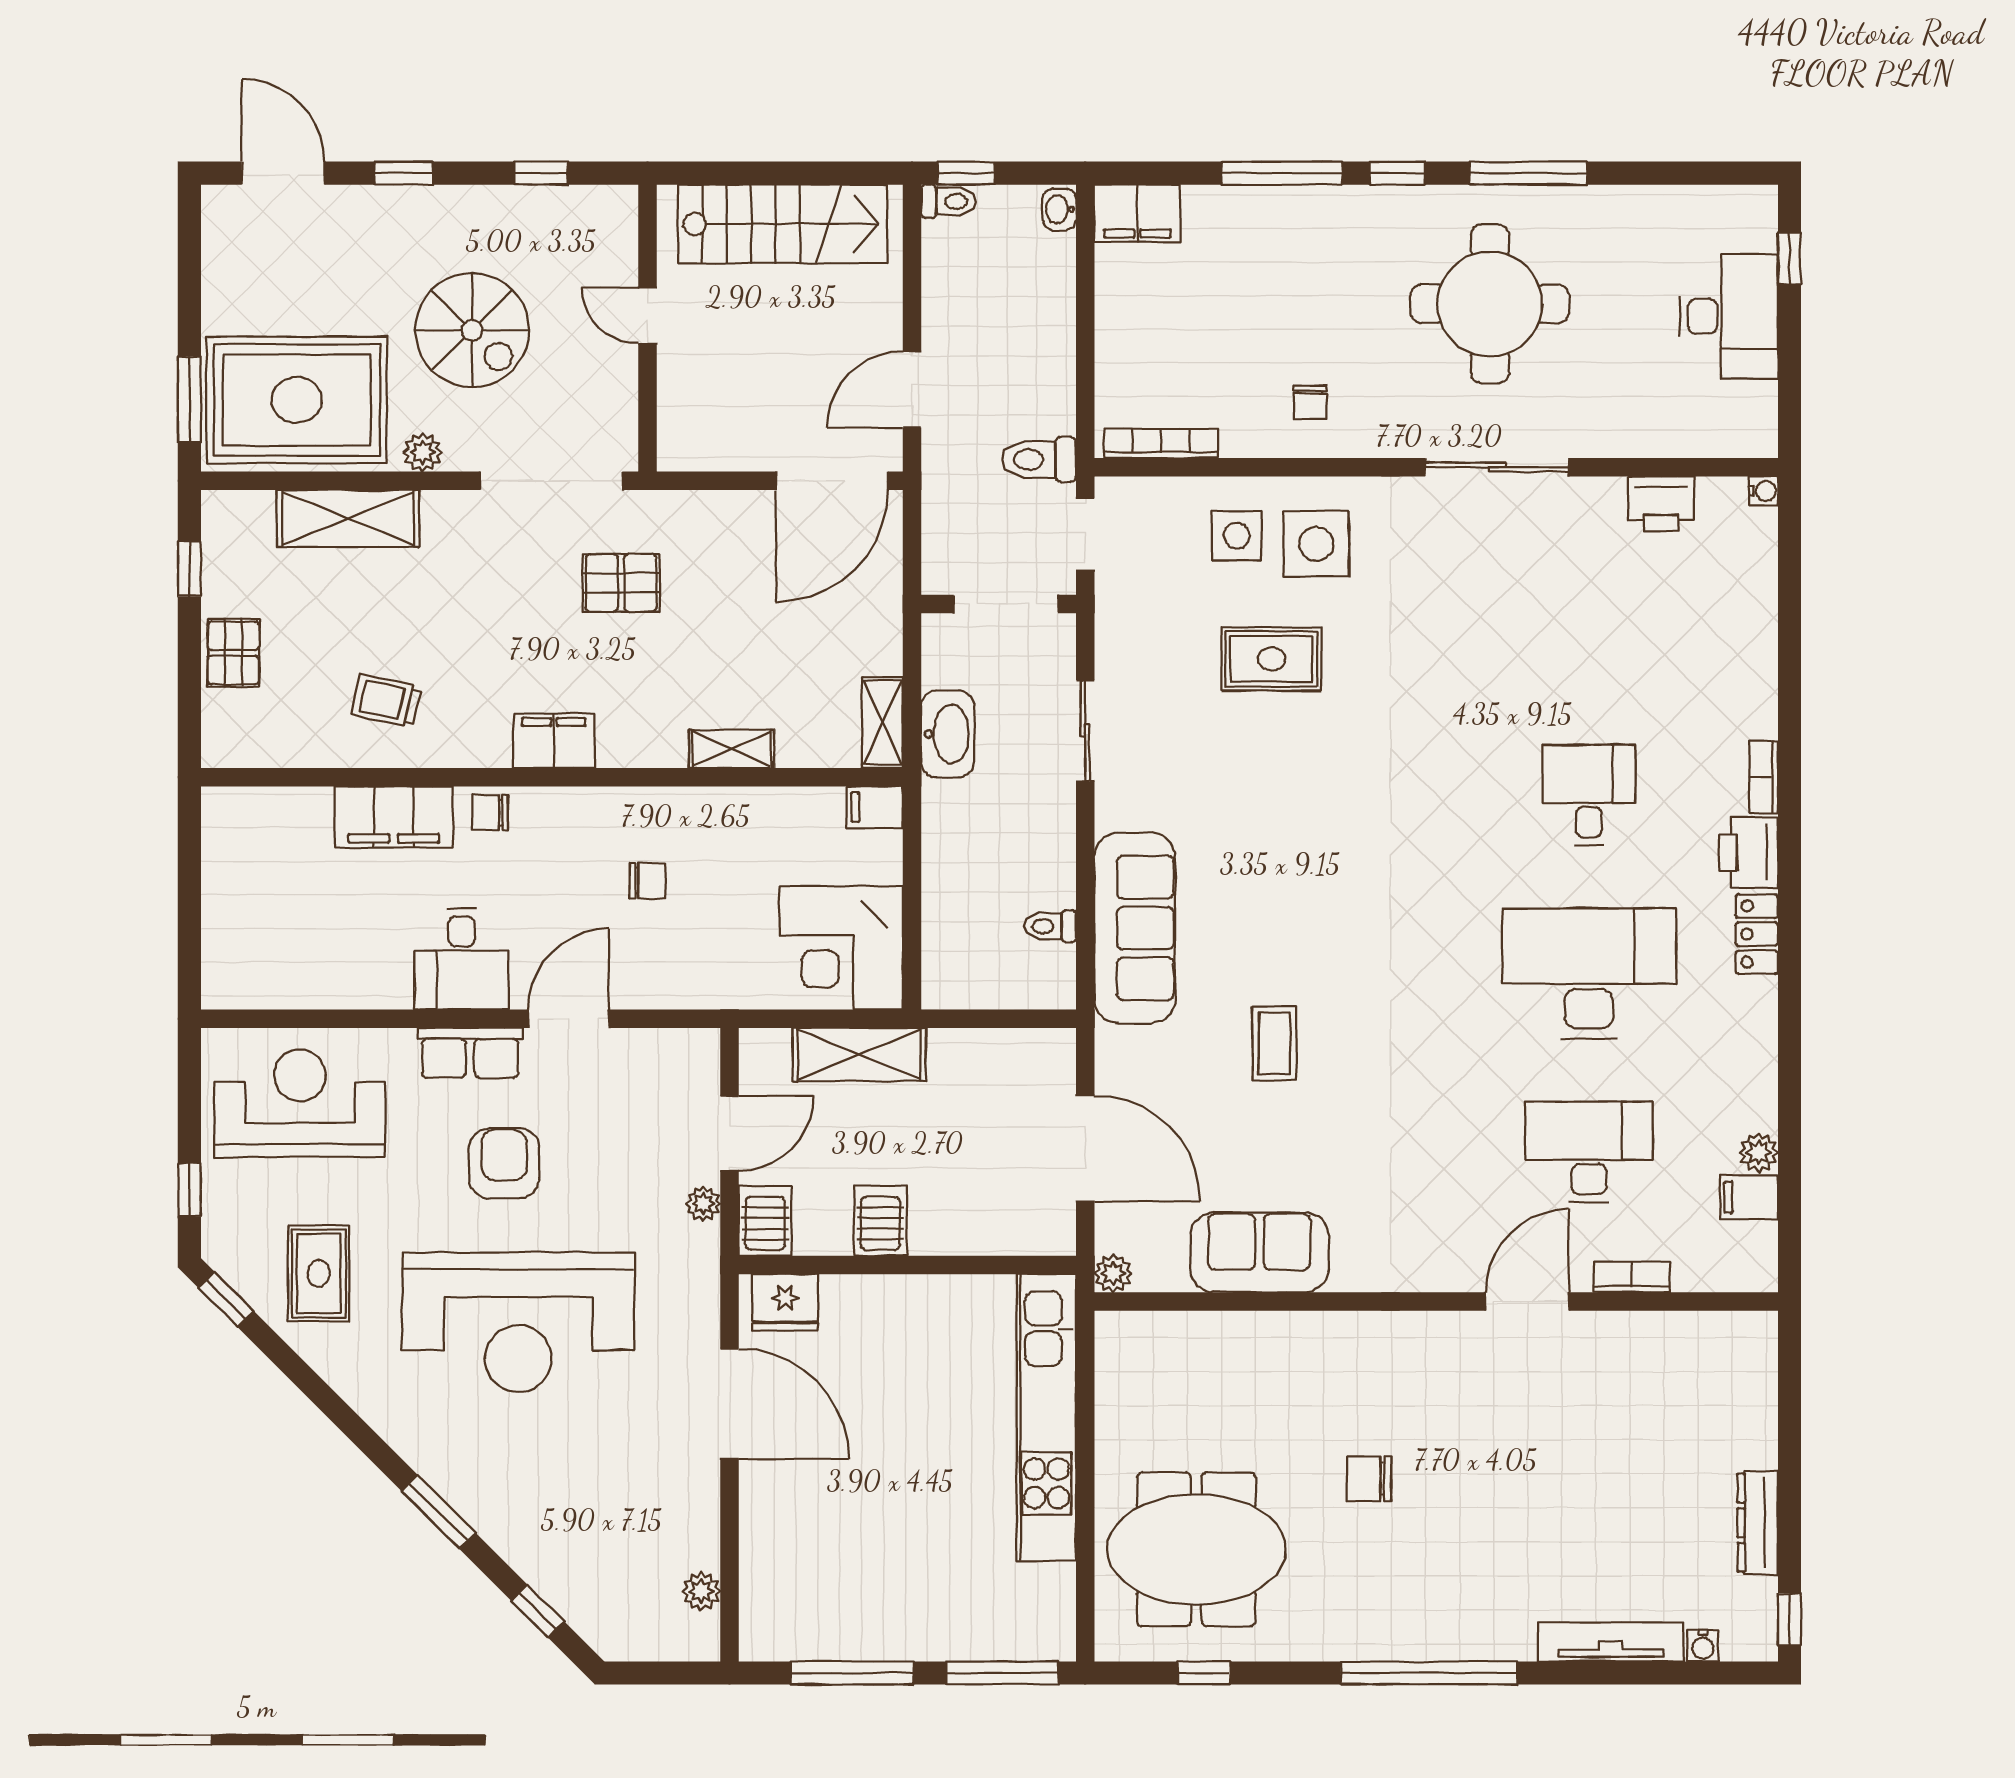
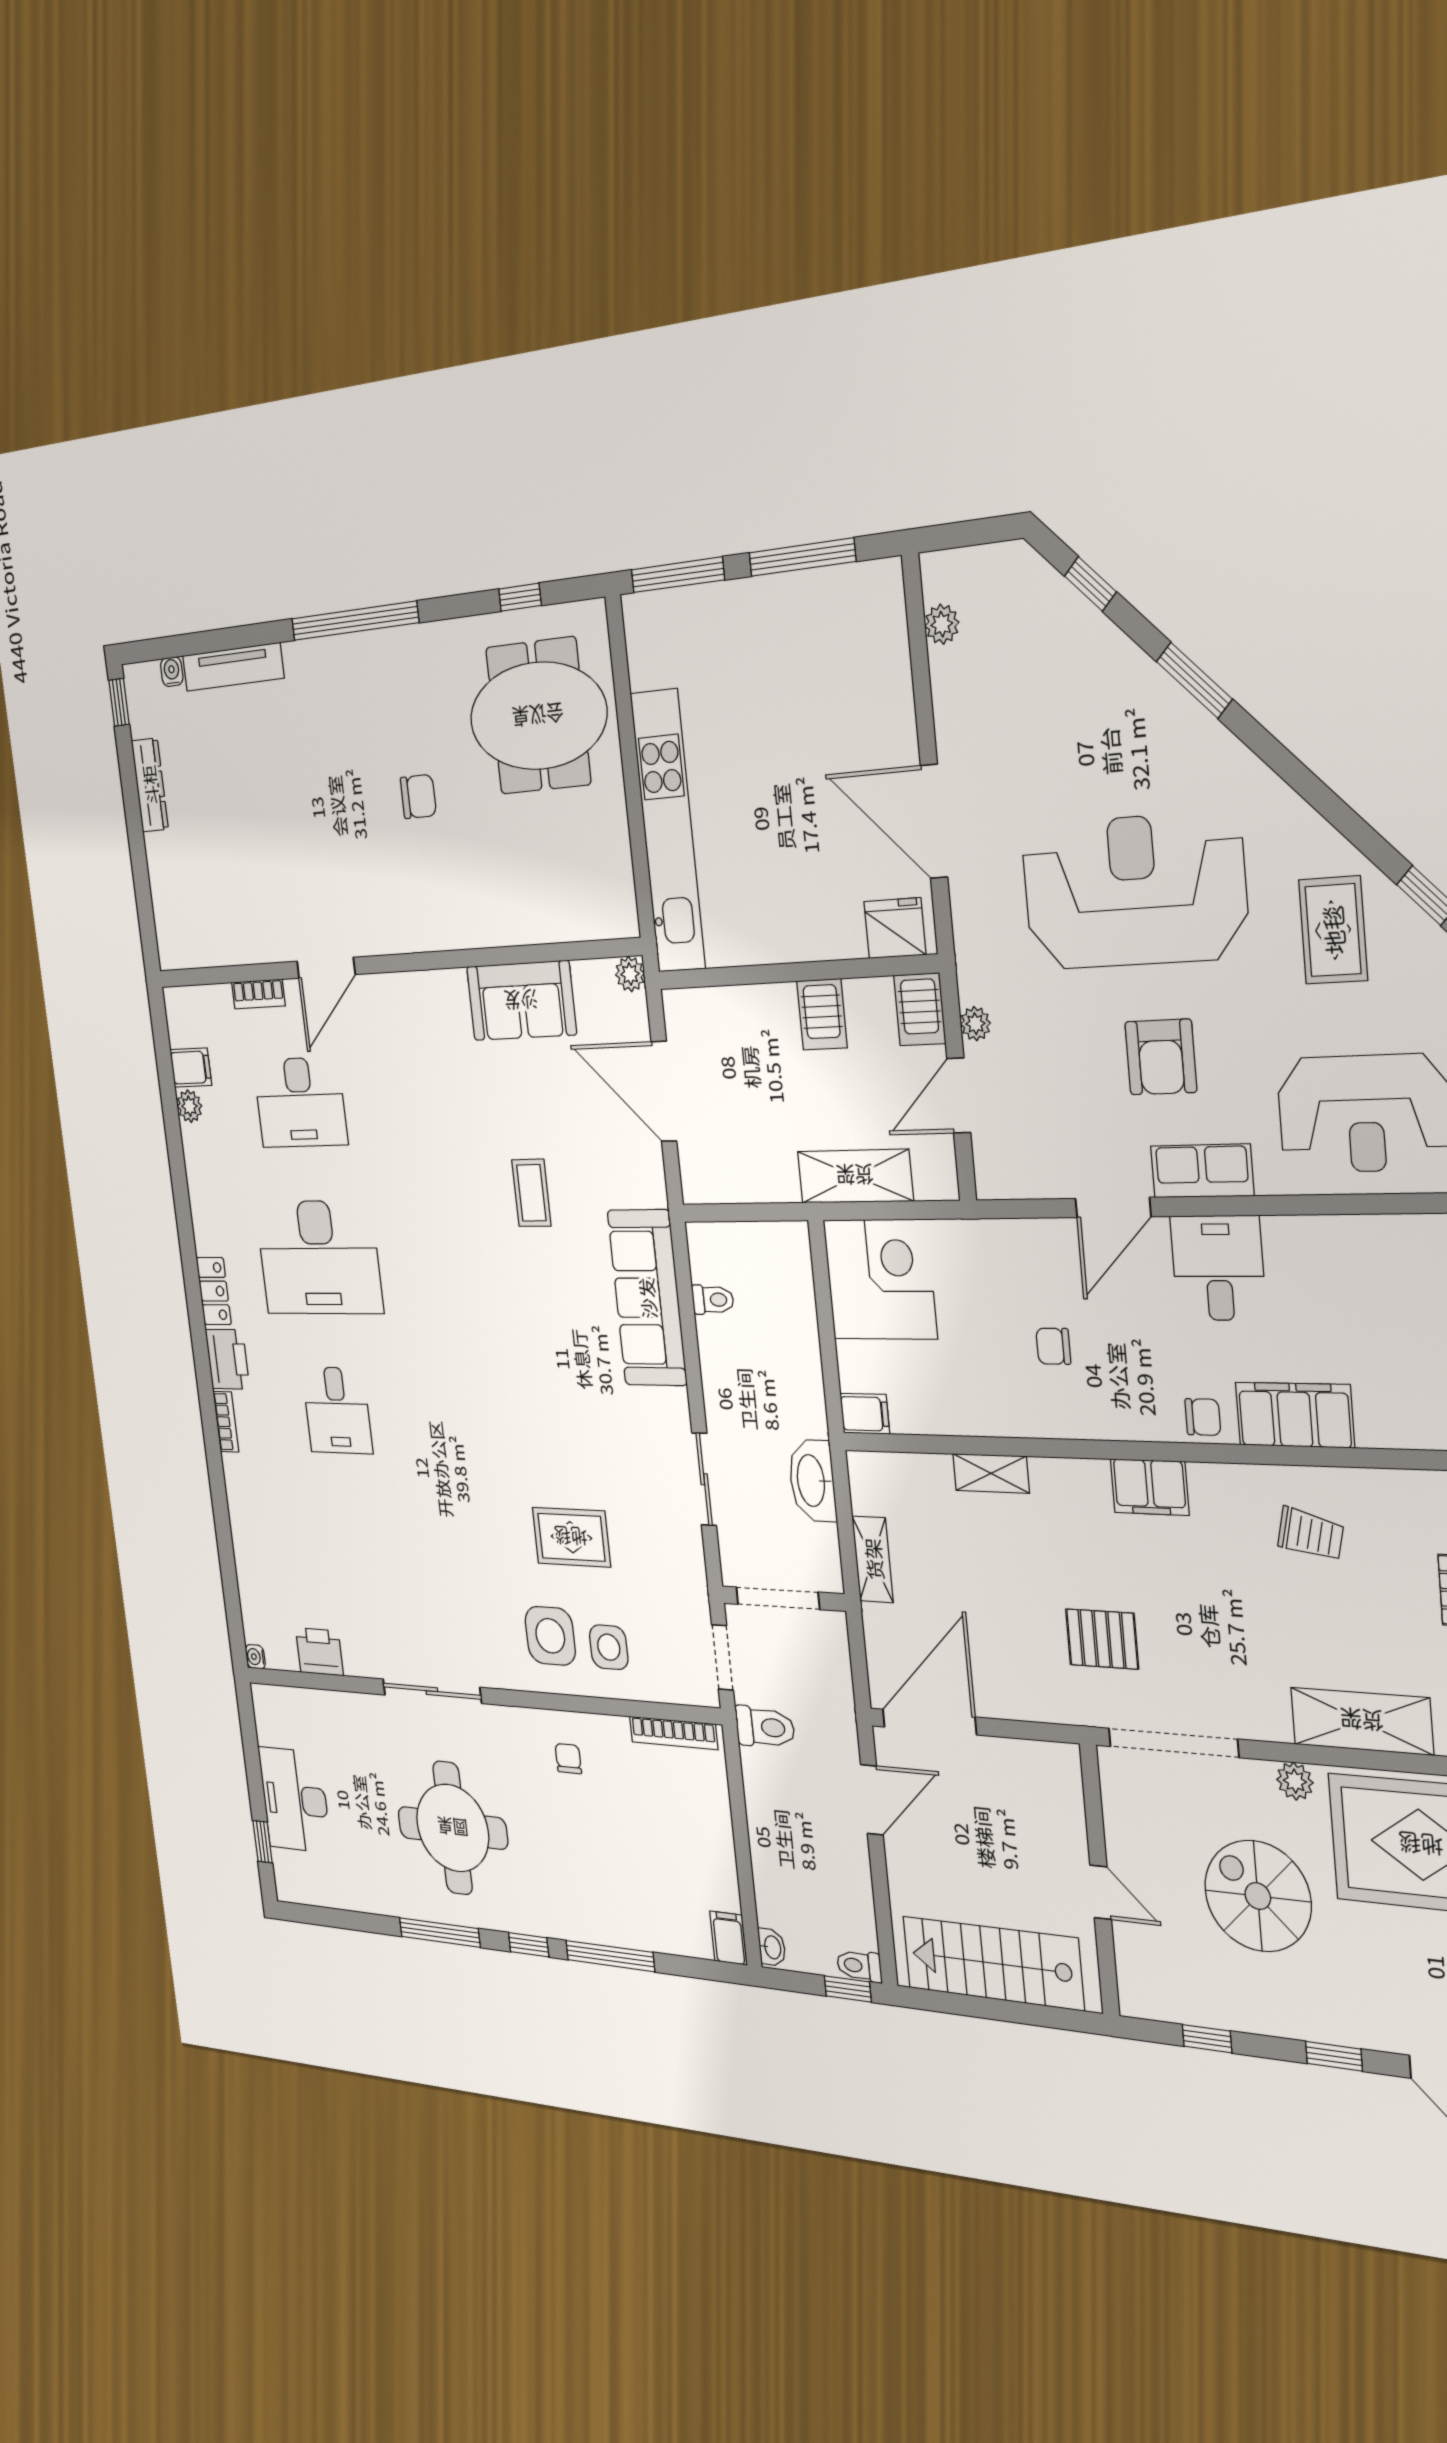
filing cabinet: (1137, 213) -> (729, 1938), width x0.50
shelving: (882, 723) -> (873, 1559), moved

